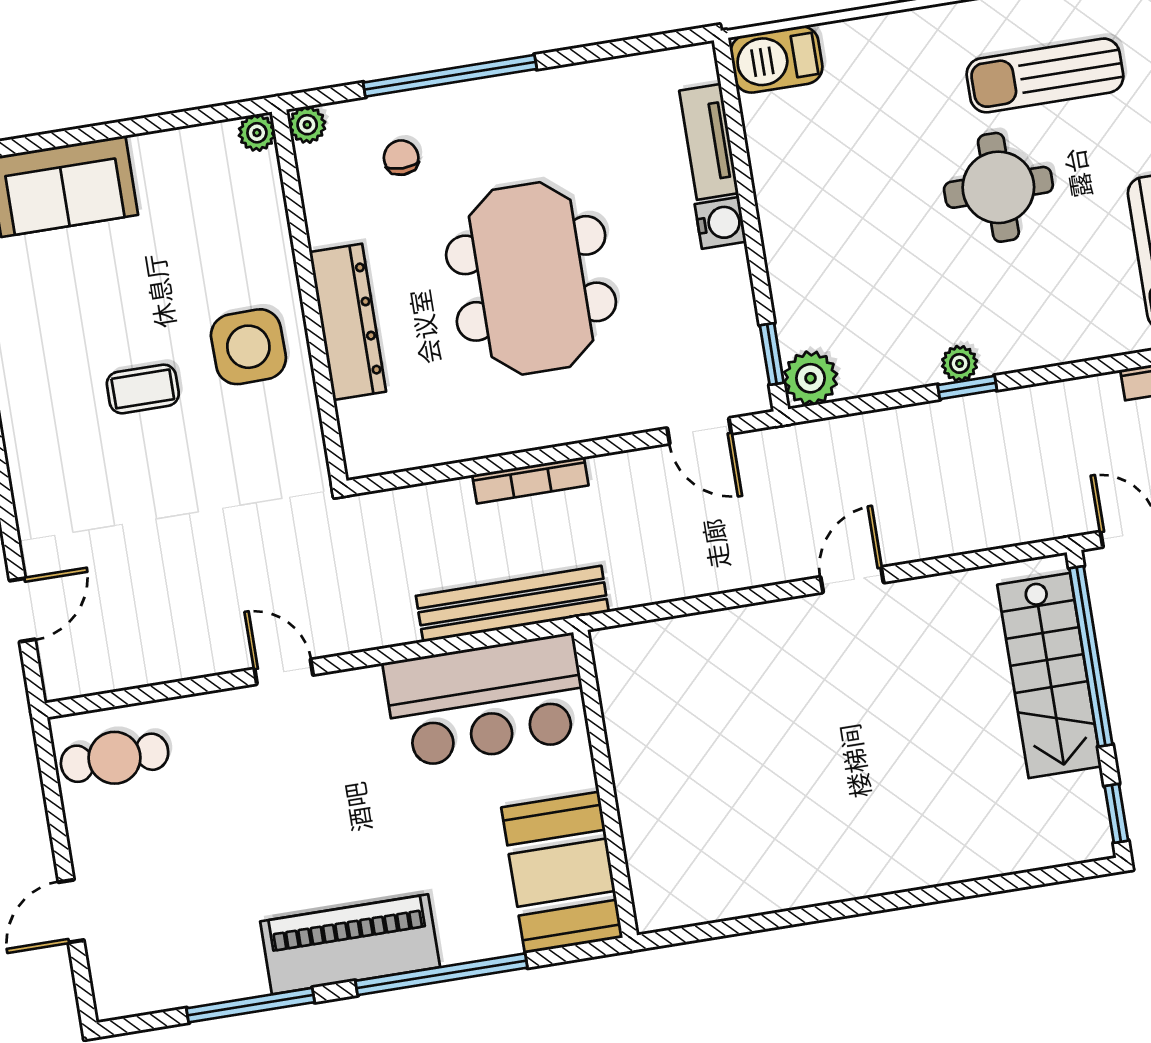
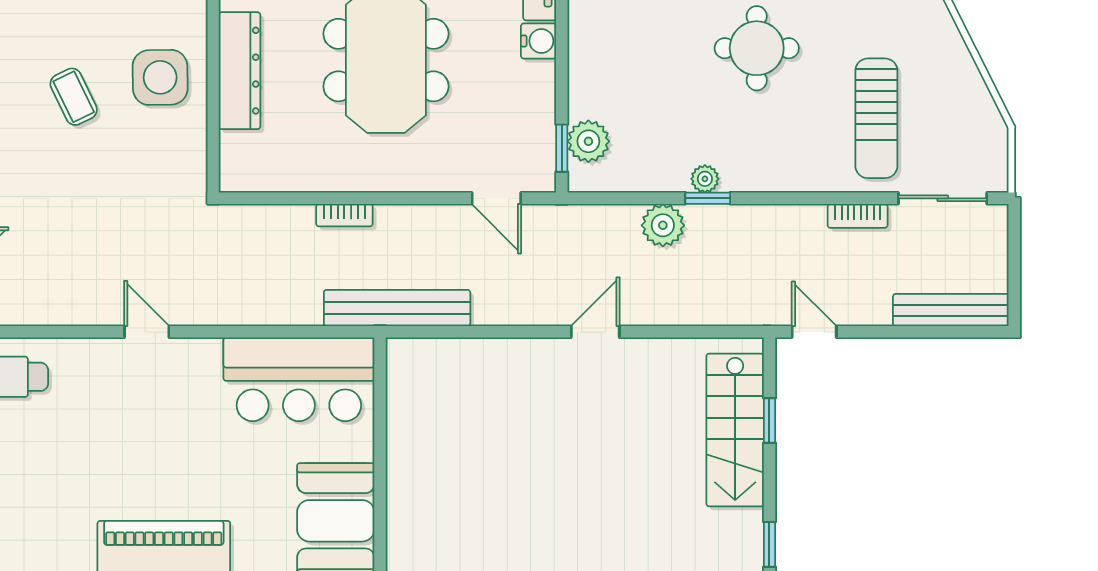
plant: (810, 378) -> (588, 141), moved
coffee table: (143, 389) -> (74, 97), turned 64
plant: (916, 431) -> (663, 225), added
bookcase: (530, 480) -> (344, 215), width x0.64
bench: (512, 604) -> (397, 308), moved
window: (1091, 656) -> (769, 420), width x0.32

